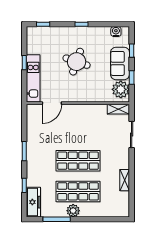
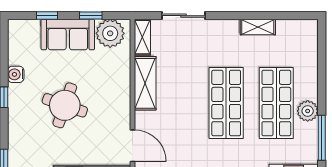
water cooler: (116, 32) -> (16, 74), moved
shelving: (90, 111) -> (145, 83), added

